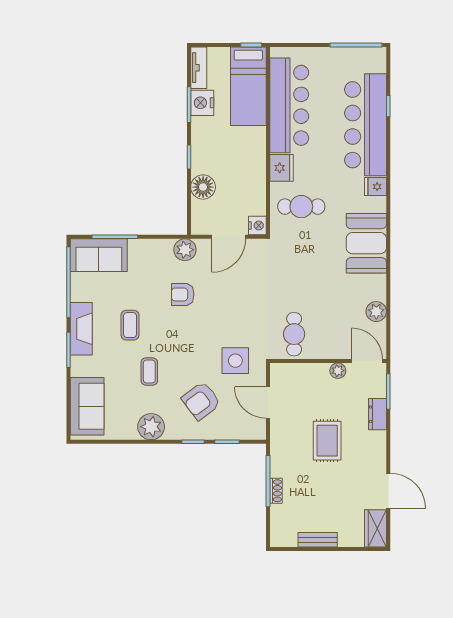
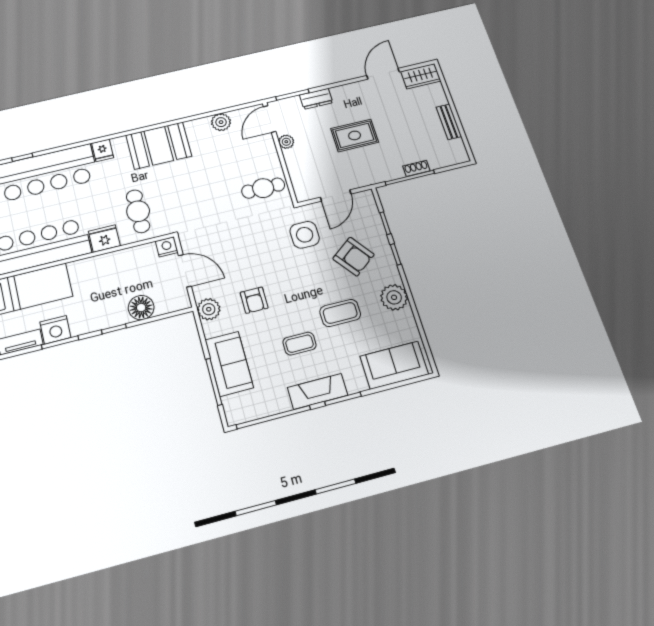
sofa: (99, 255) -> (229, 364), moved
coffee table: (149, 371) -> (340, 313), width x1.36, depth x1.30

